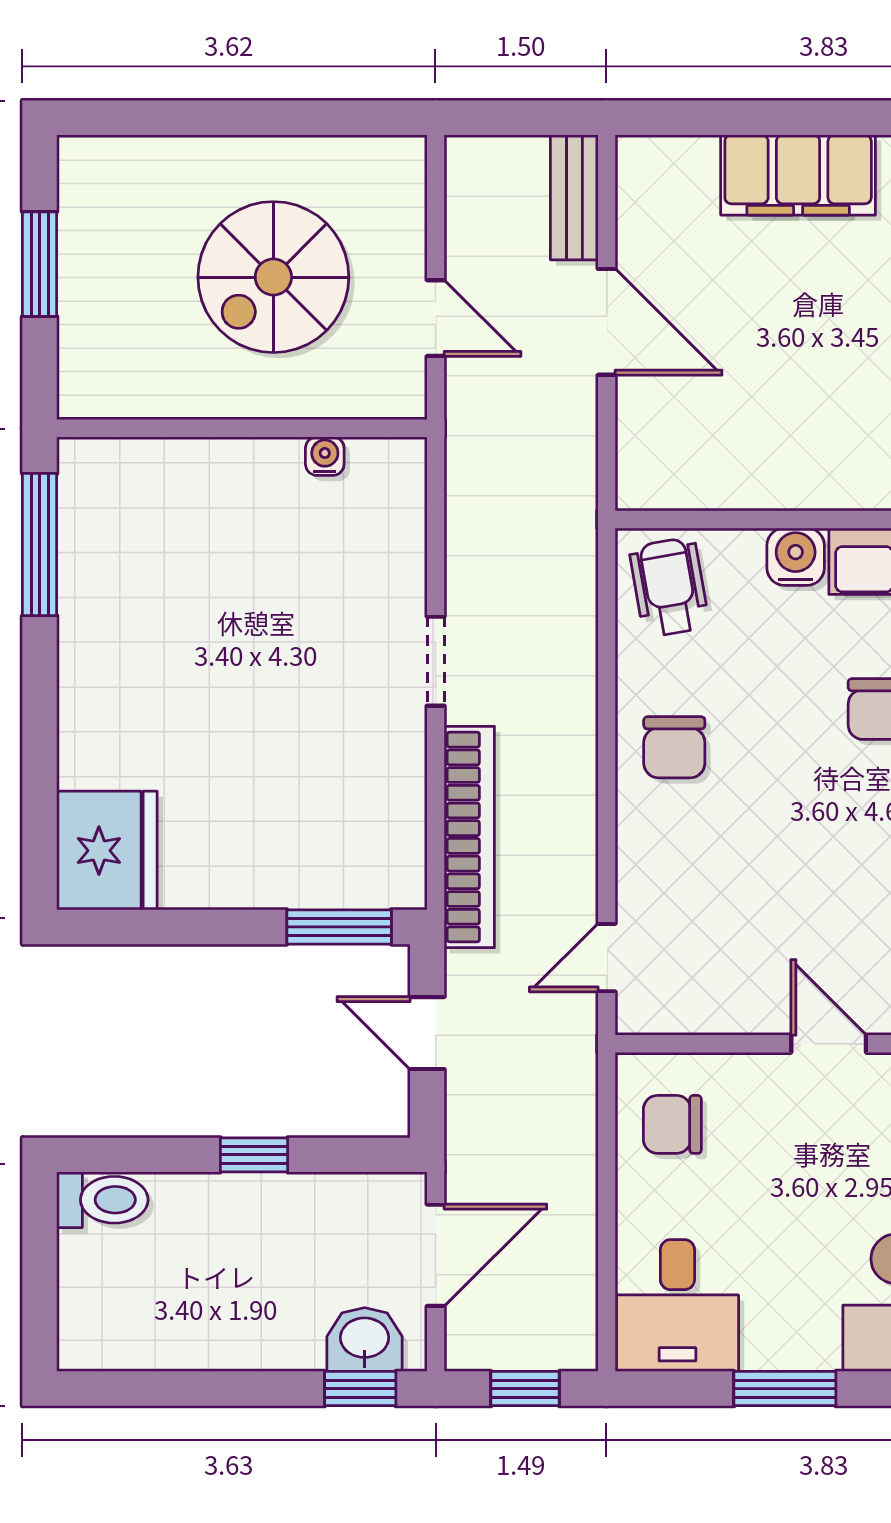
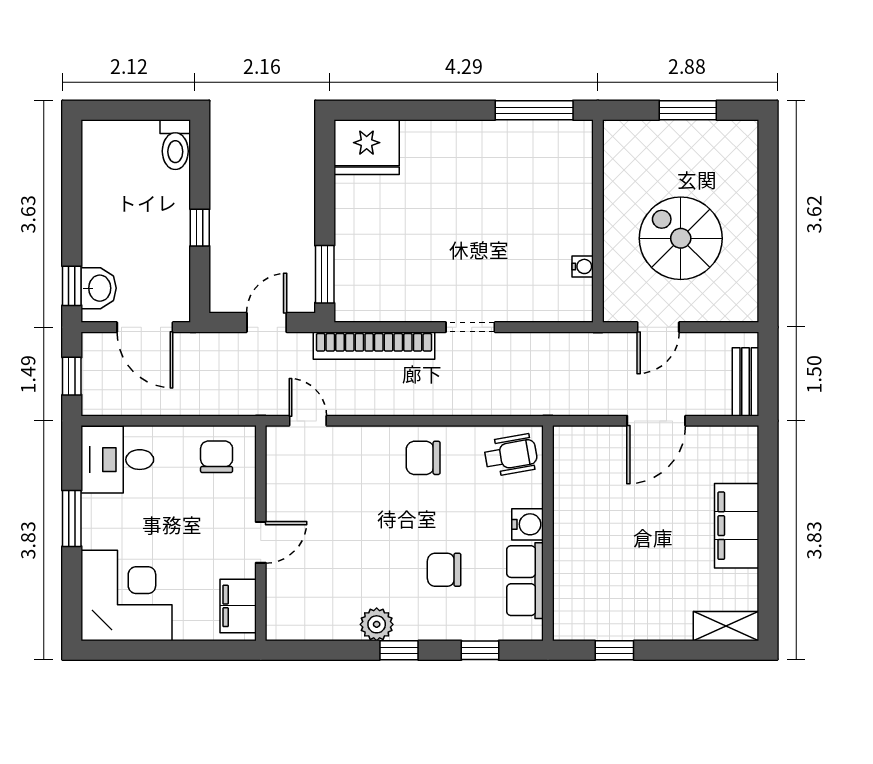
bench: (574, 197) -> (746, 382), moved, turned 90

